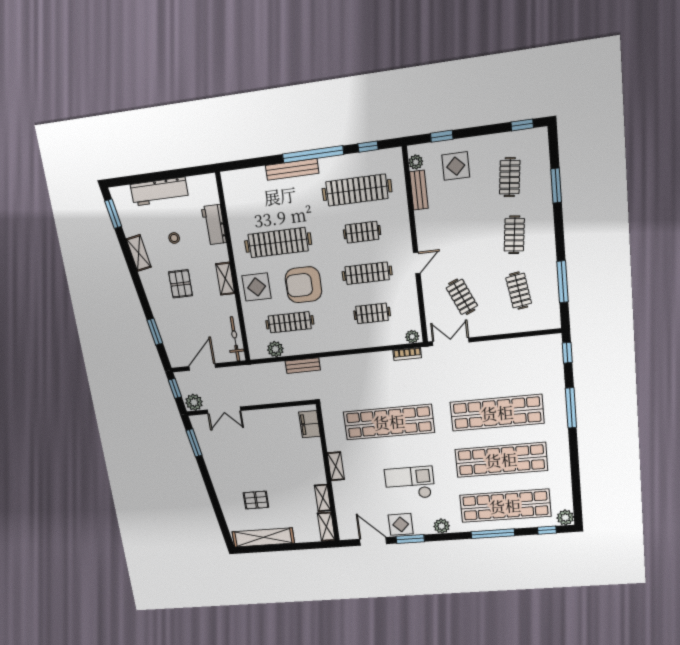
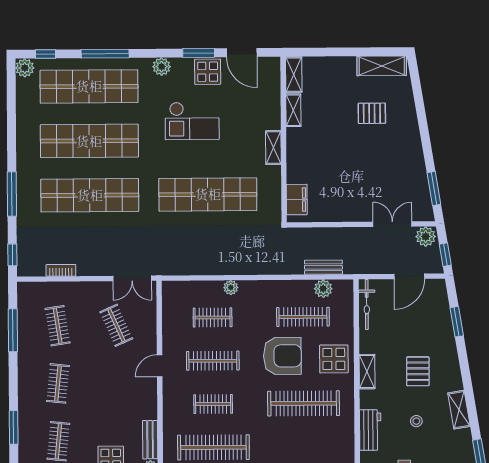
plant: (412, 337) -> (231, 288), moved
bookcase: (407, 354) -> (61, 270), moved
bench: (303, 366) -> (323, 267), moved
shelving: (263, 537) -> (382, 66), width x0.68

